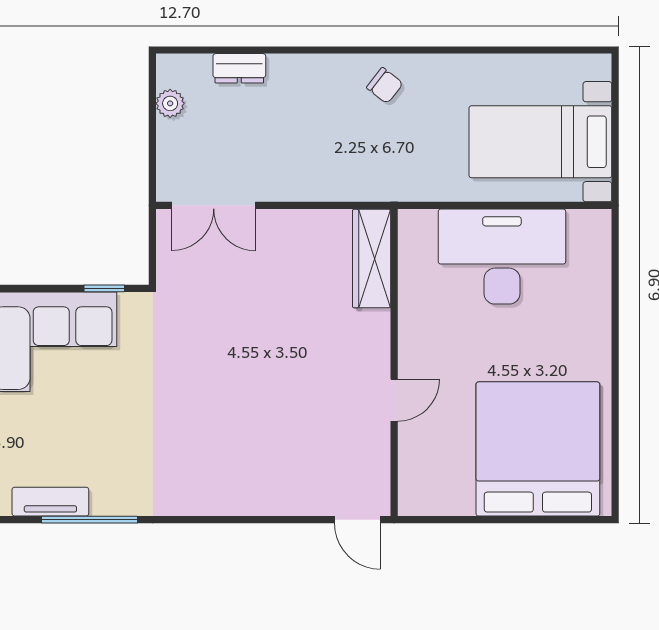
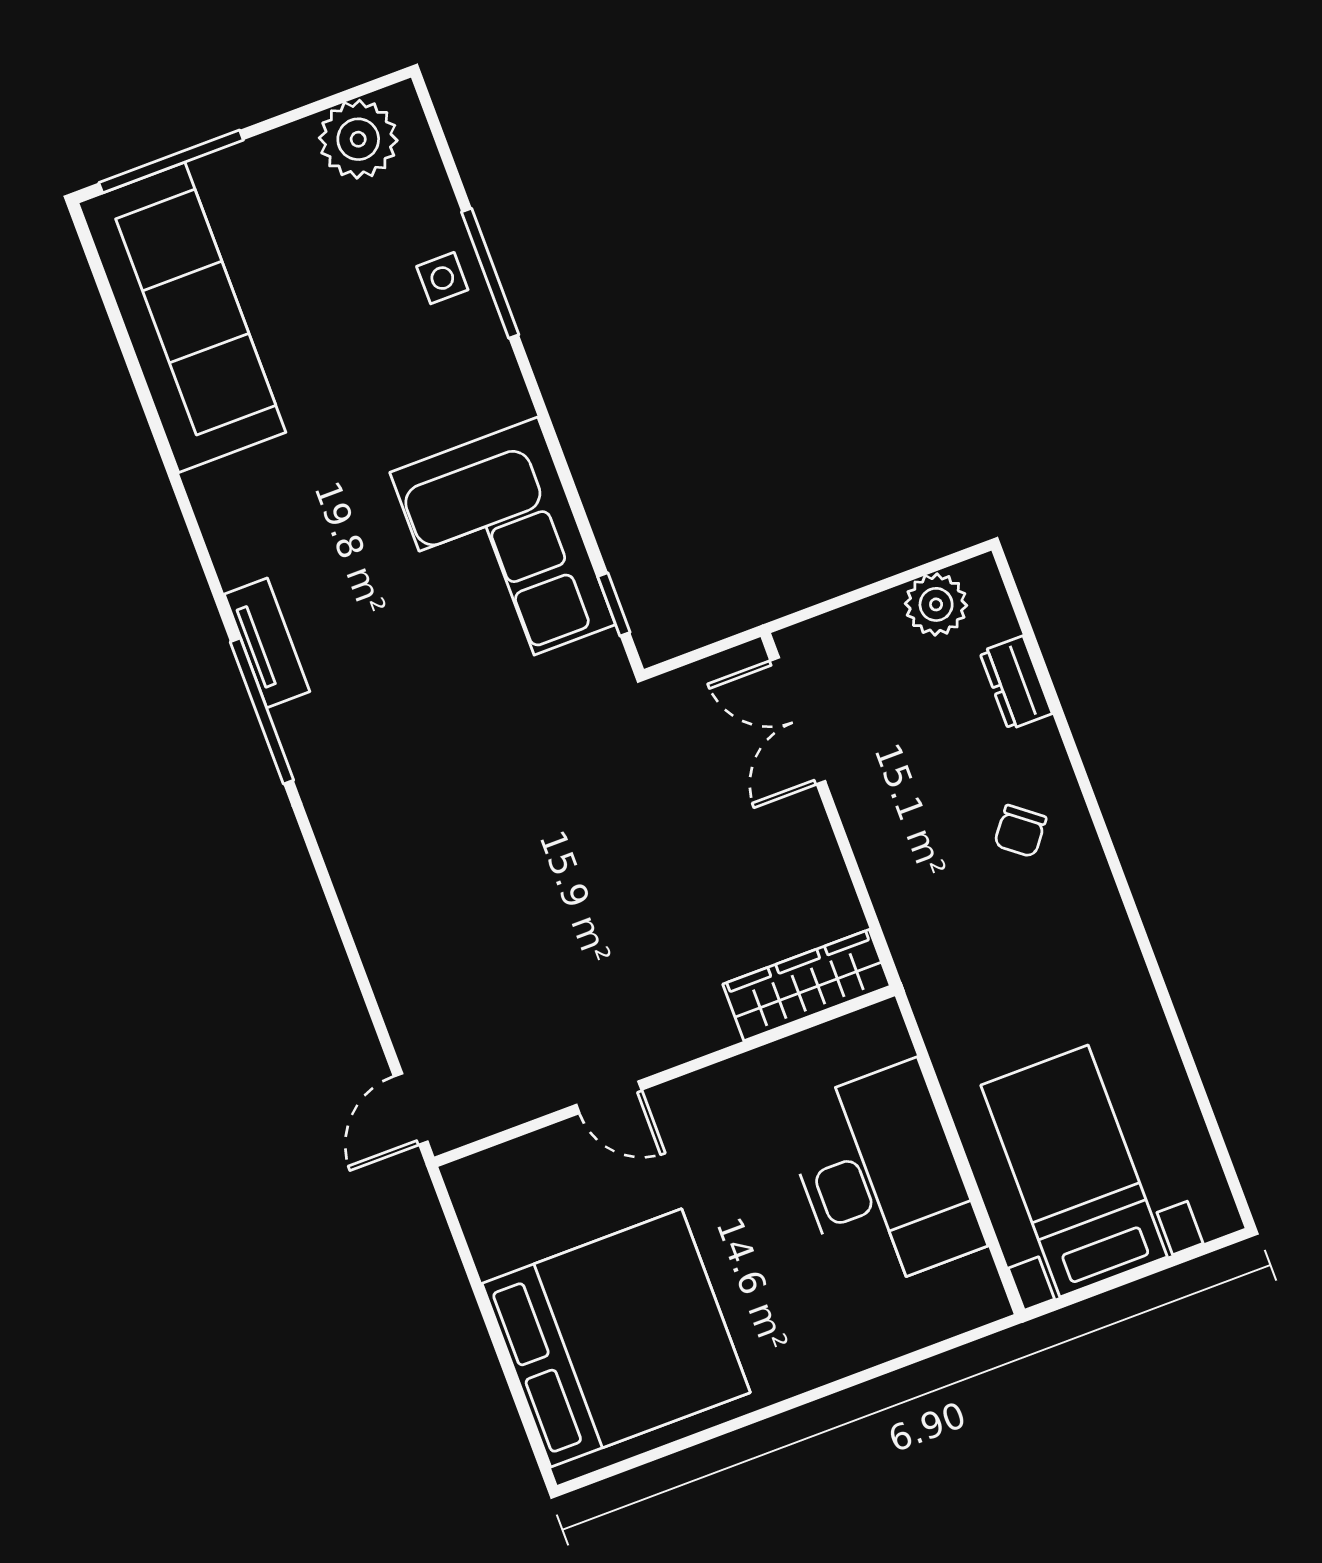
chair: (385, 85) -> (1020, 831), moved
plant: (170, 103) -> (936, 604), width x1.38, depth x1.38

